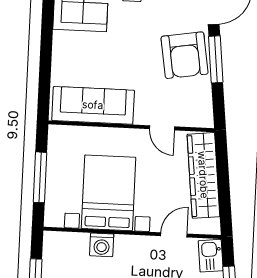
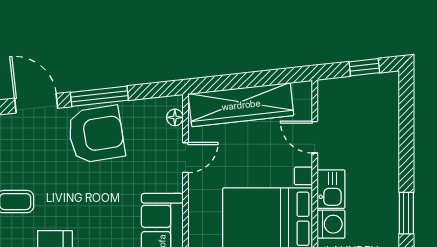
floor lamp: (195, 121) -> (175, 117), added
kitchen sink: (211, 256) -> (331, 189), moved, turned -84

